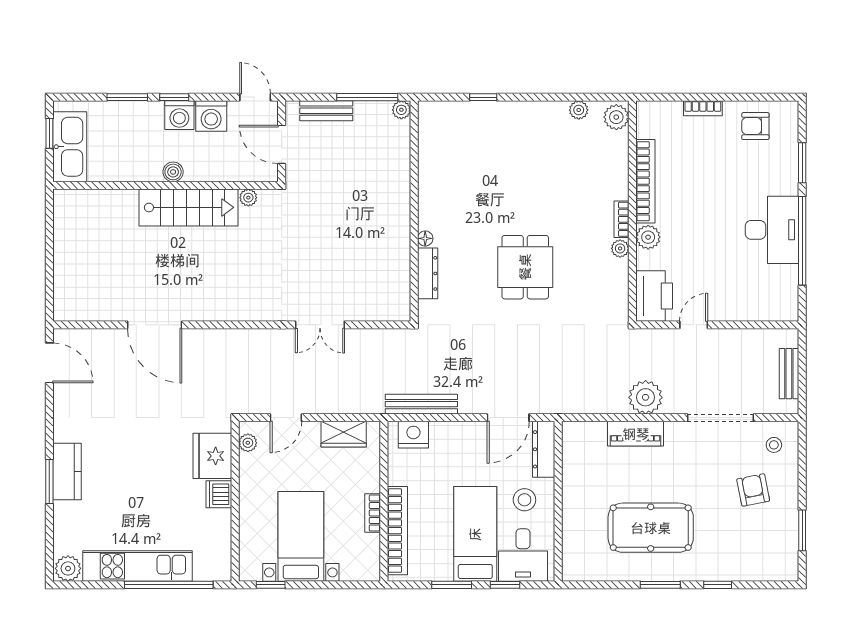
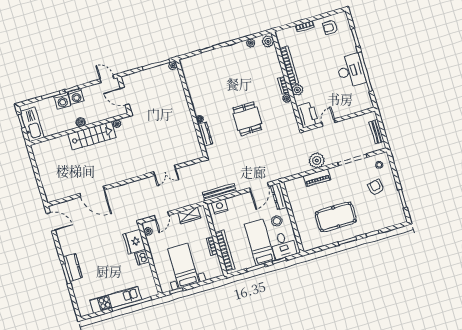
bench: (326, 111) -> (140, 76), removed
washing machine: (211, 116) -> (62, 101), moved
plant: (68, 568) -> (85, 310), removed

